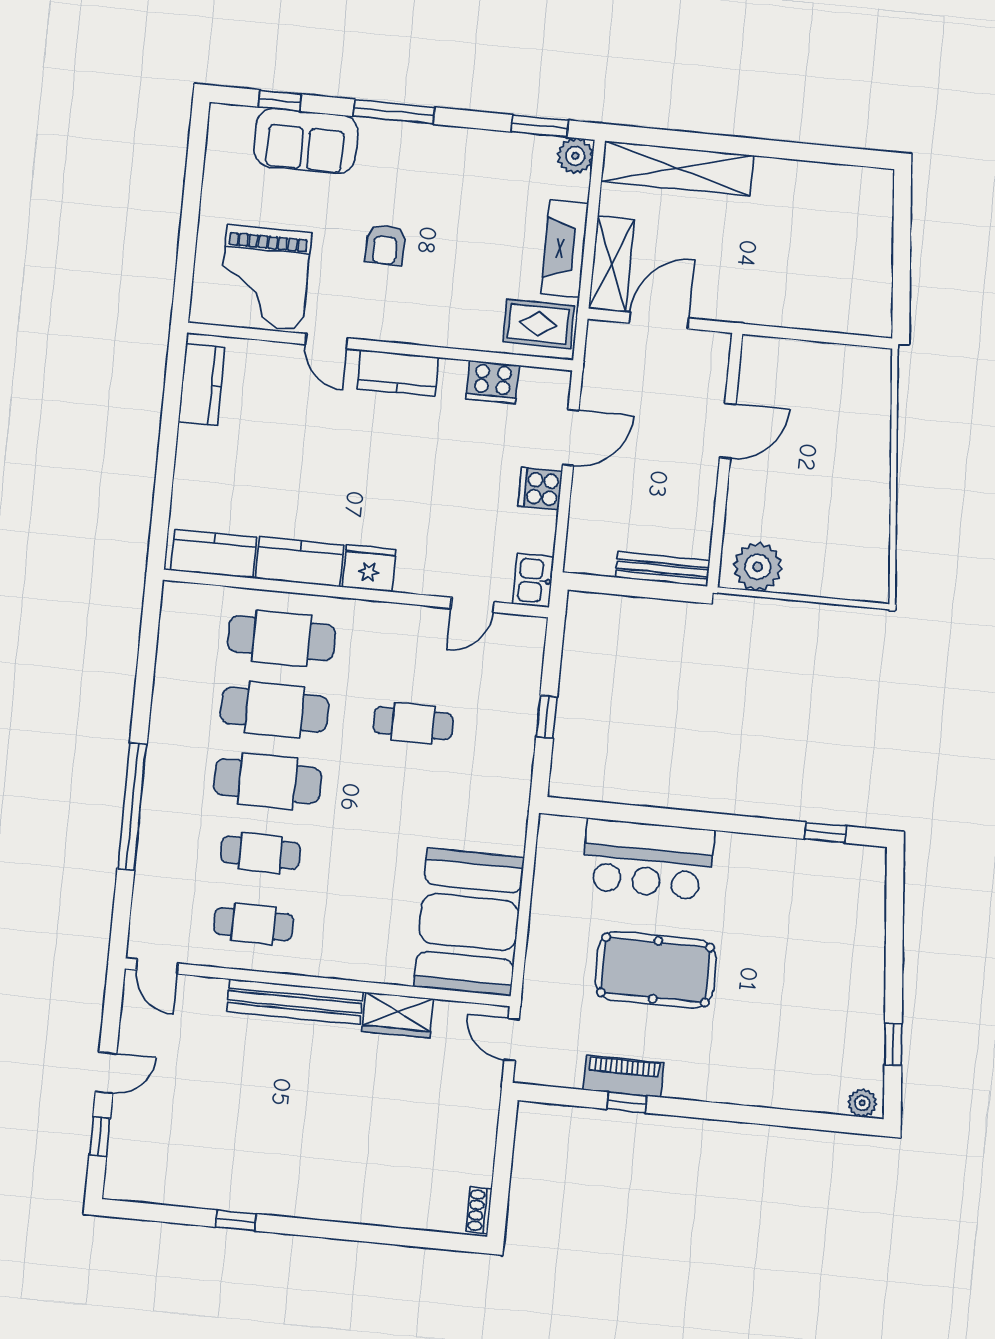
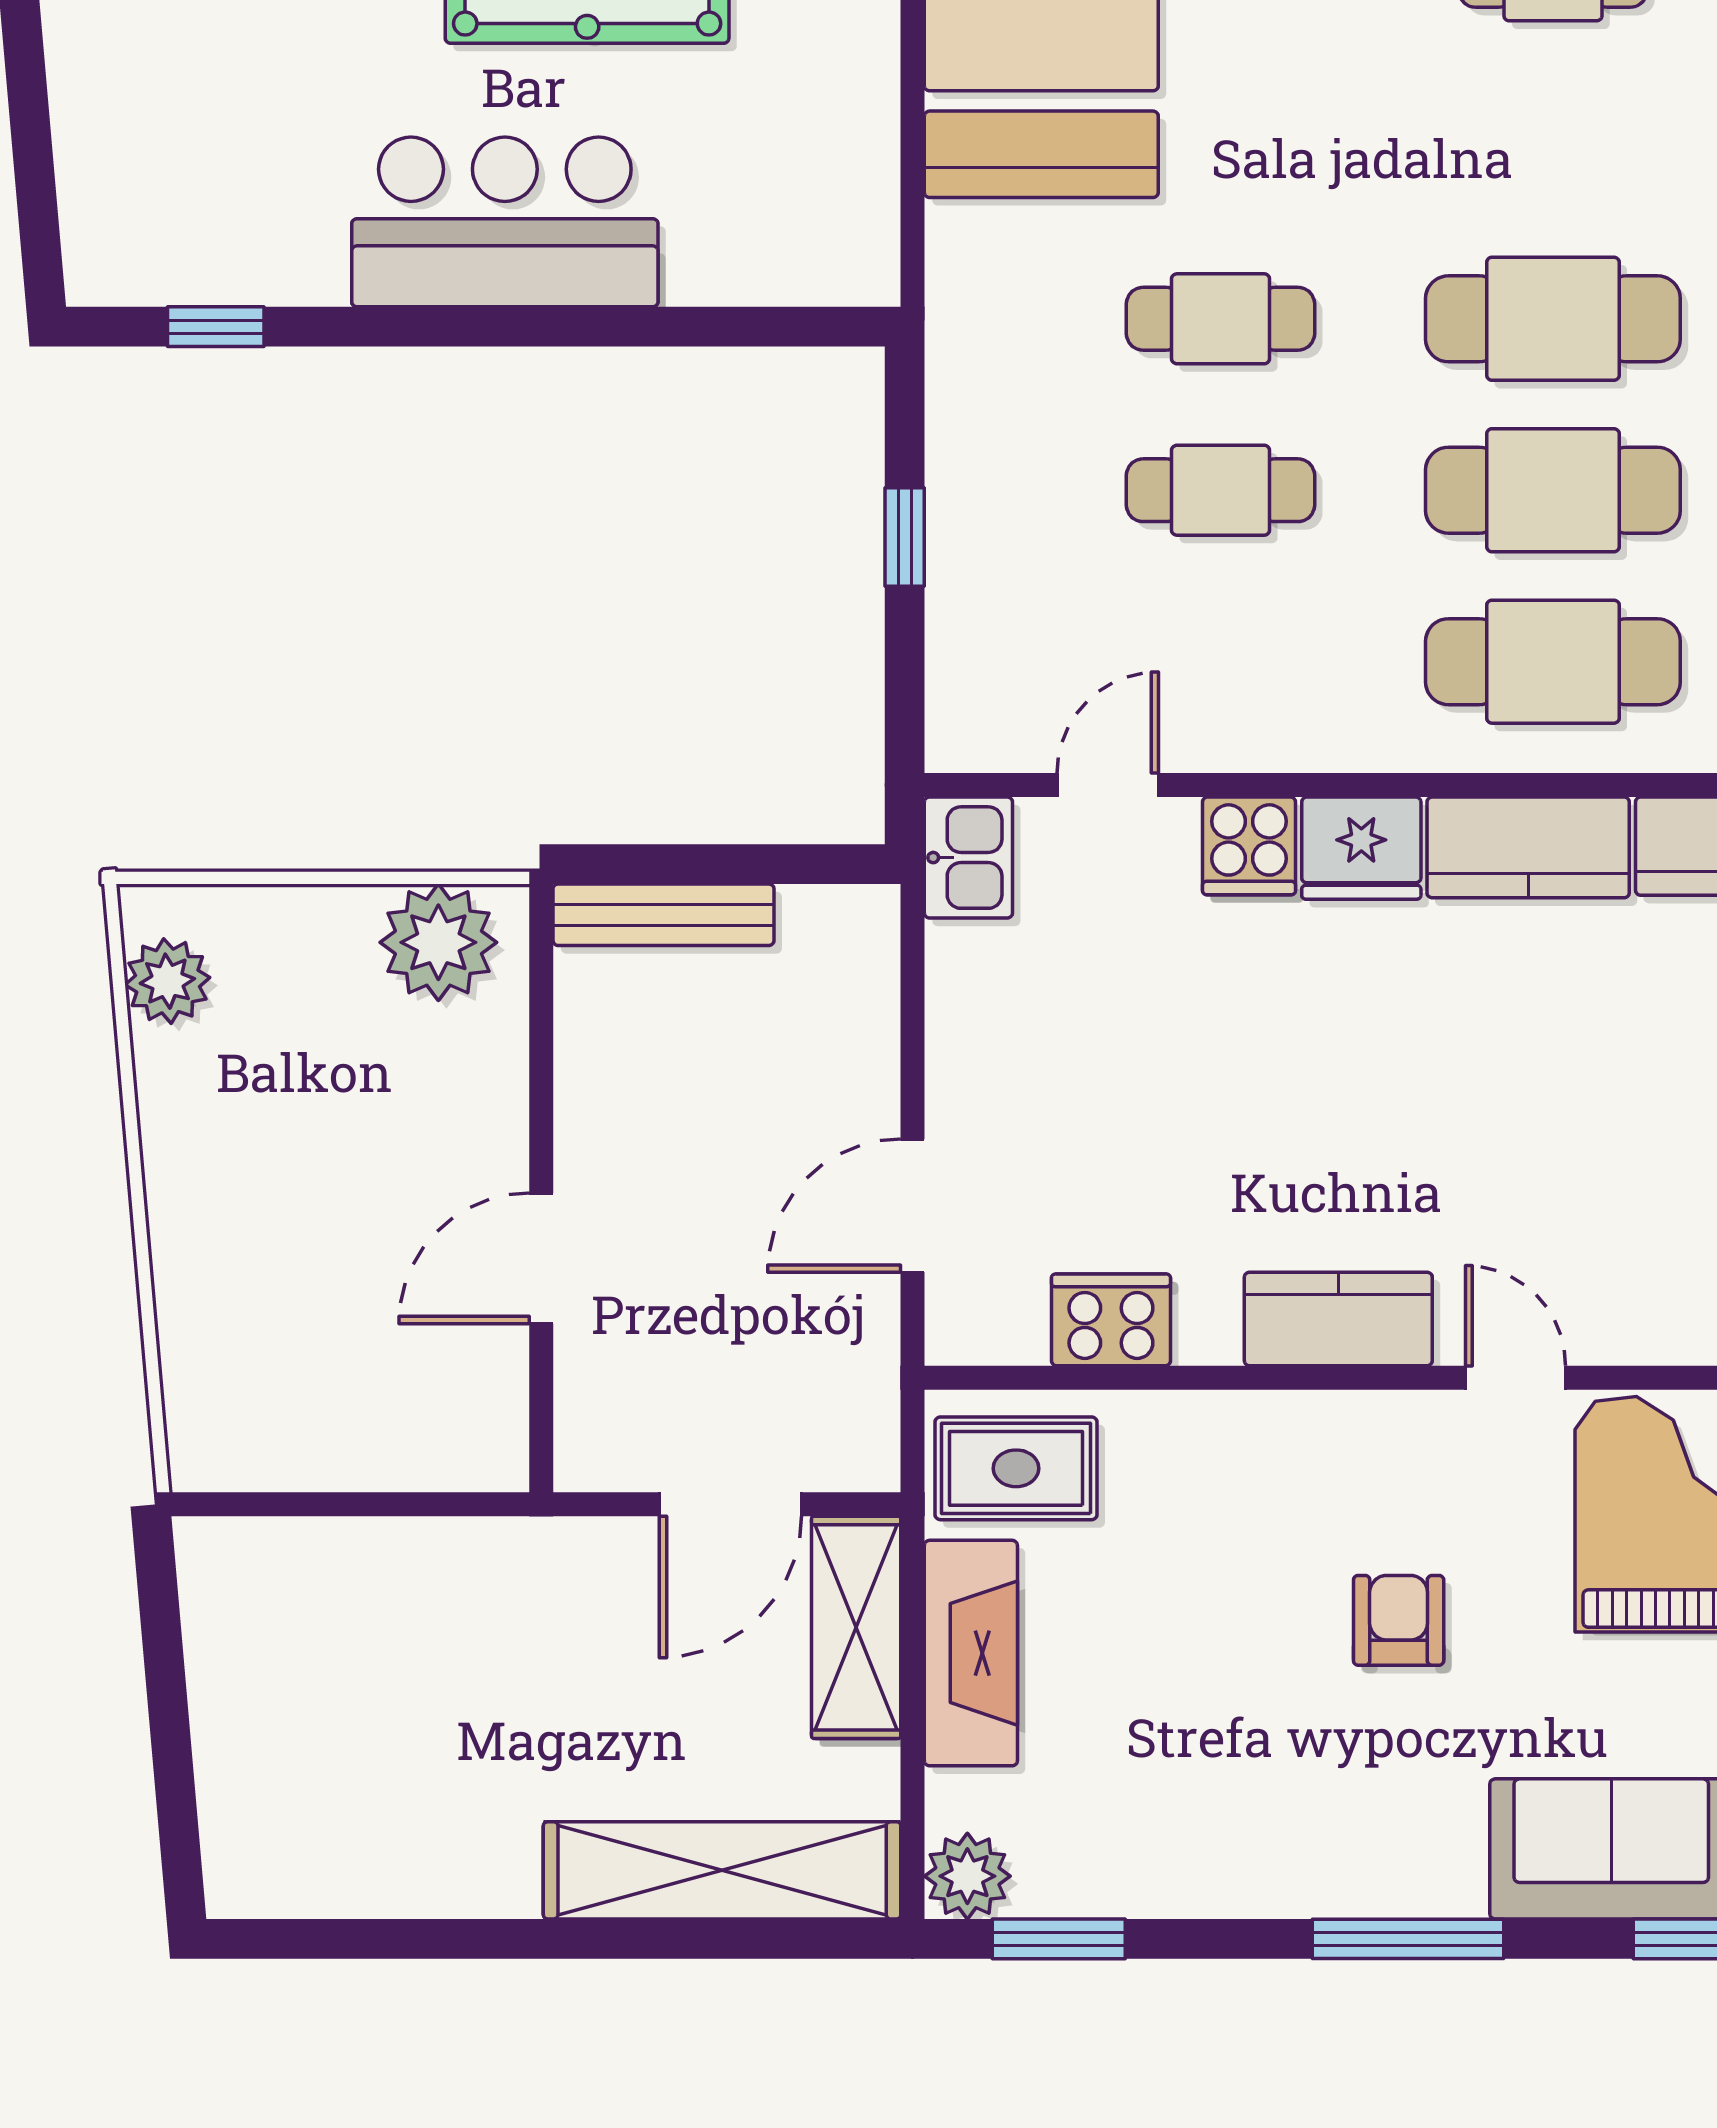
cooker: (540, 489) -> (1249, 846), moved, turned 90
plant: (872, 562) -> (167, 981), added
cafe table: (261, 853) -> (1221, 319), moved
bar counter: (648, 859) -> (505, 222), moved

